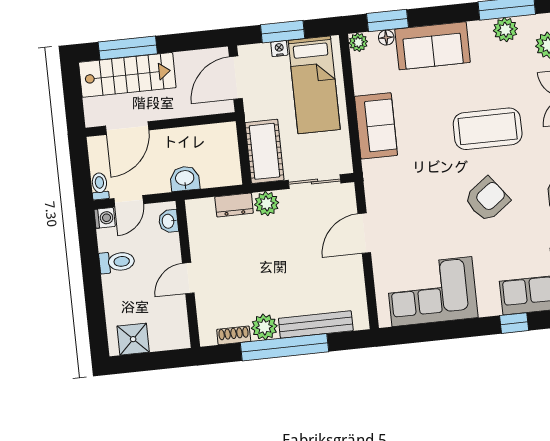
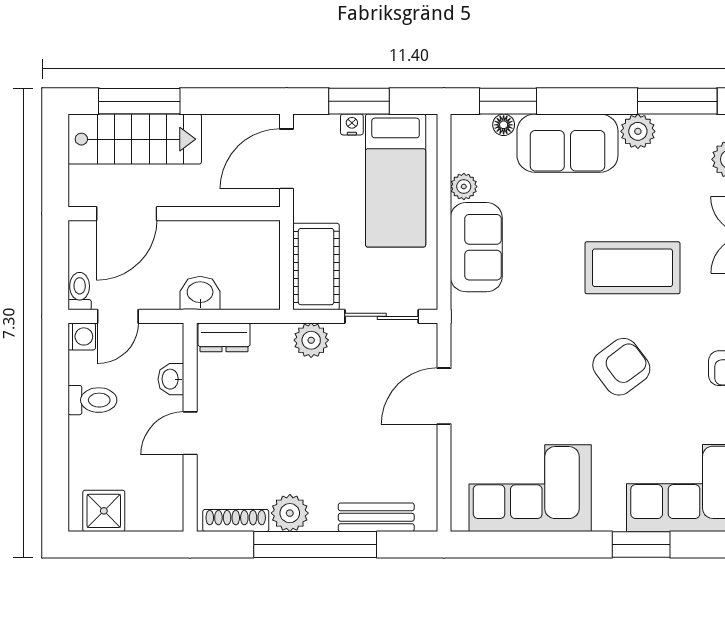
plant: (505, 30) -> (638, 131), moved
plant: (358, 42) -> (464, 187), moved
dresser: (234, 205) -> (224, 337), moved
washbasin: (169, 221) -> (171, 379), moved
window: (514, 323) -> (641, 545), width x1.50
bench: (316, 325) -> (376, 517), width x0.73
shoe rack: (234, 335) -> (236, 521), width x1.43

